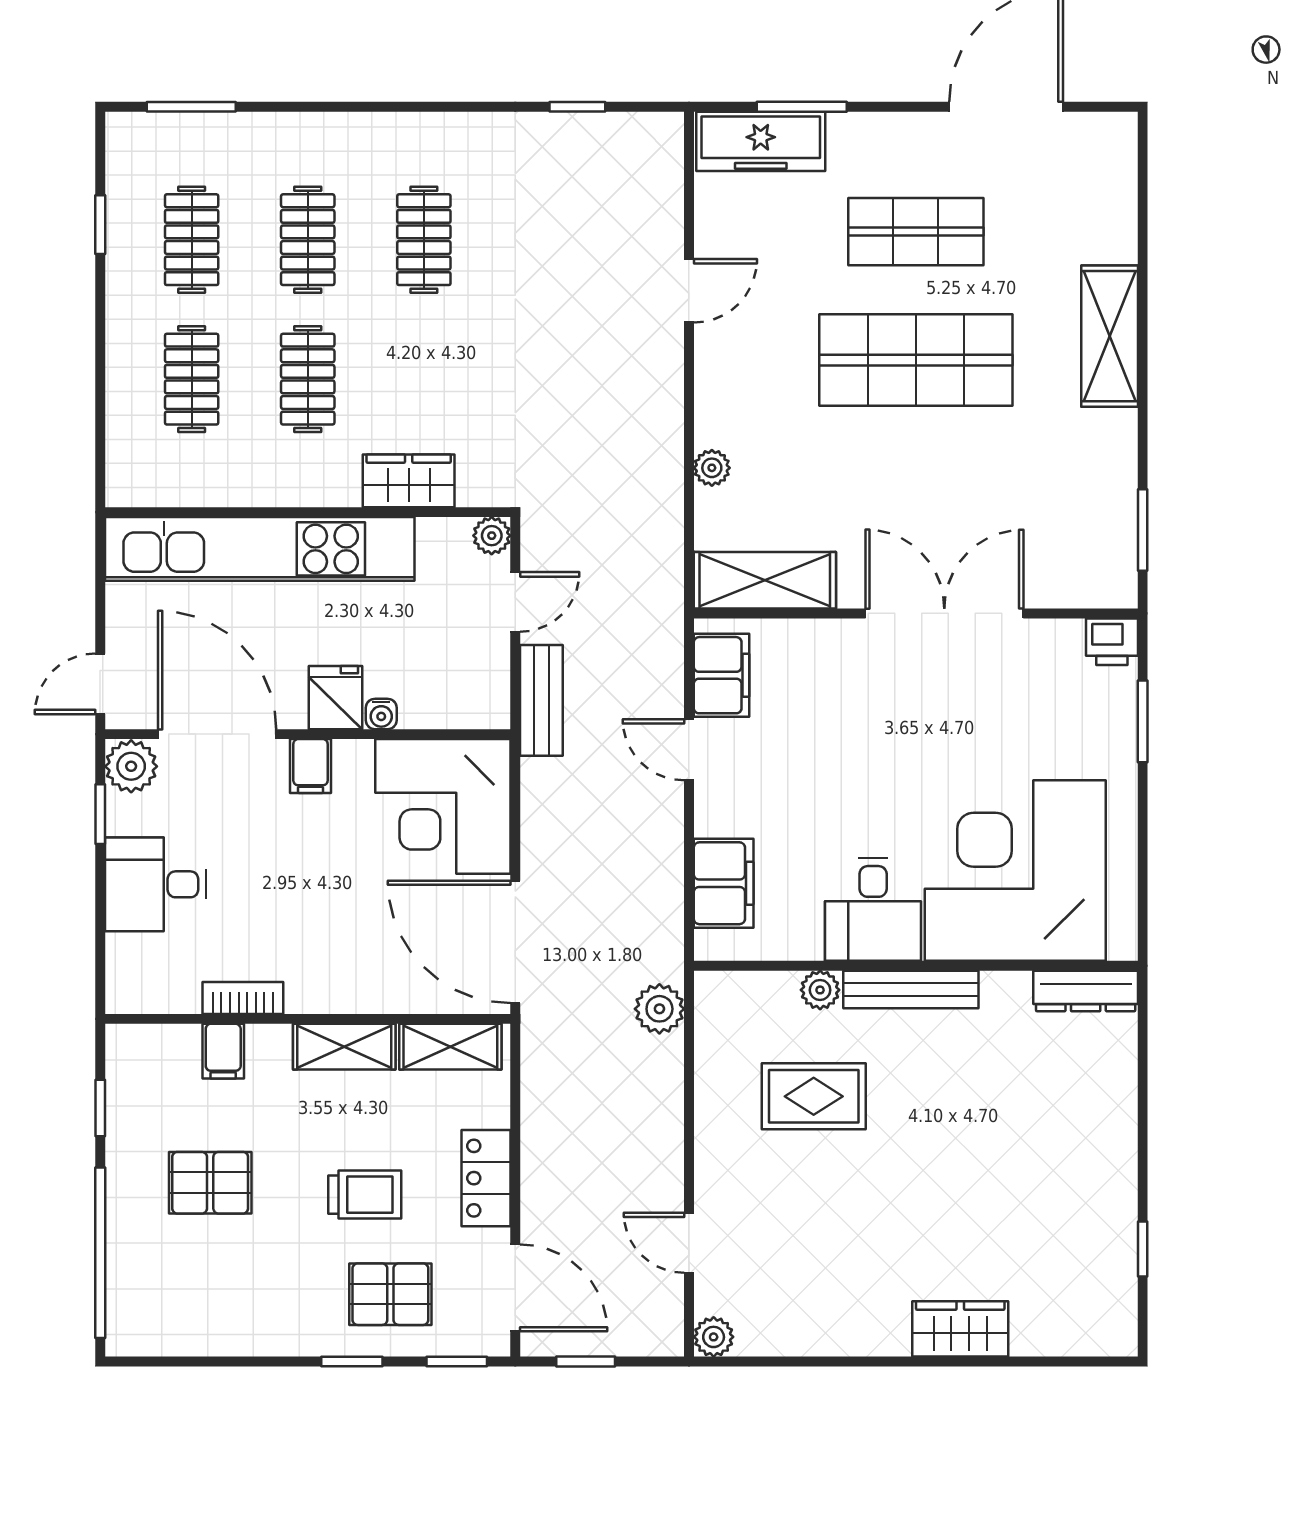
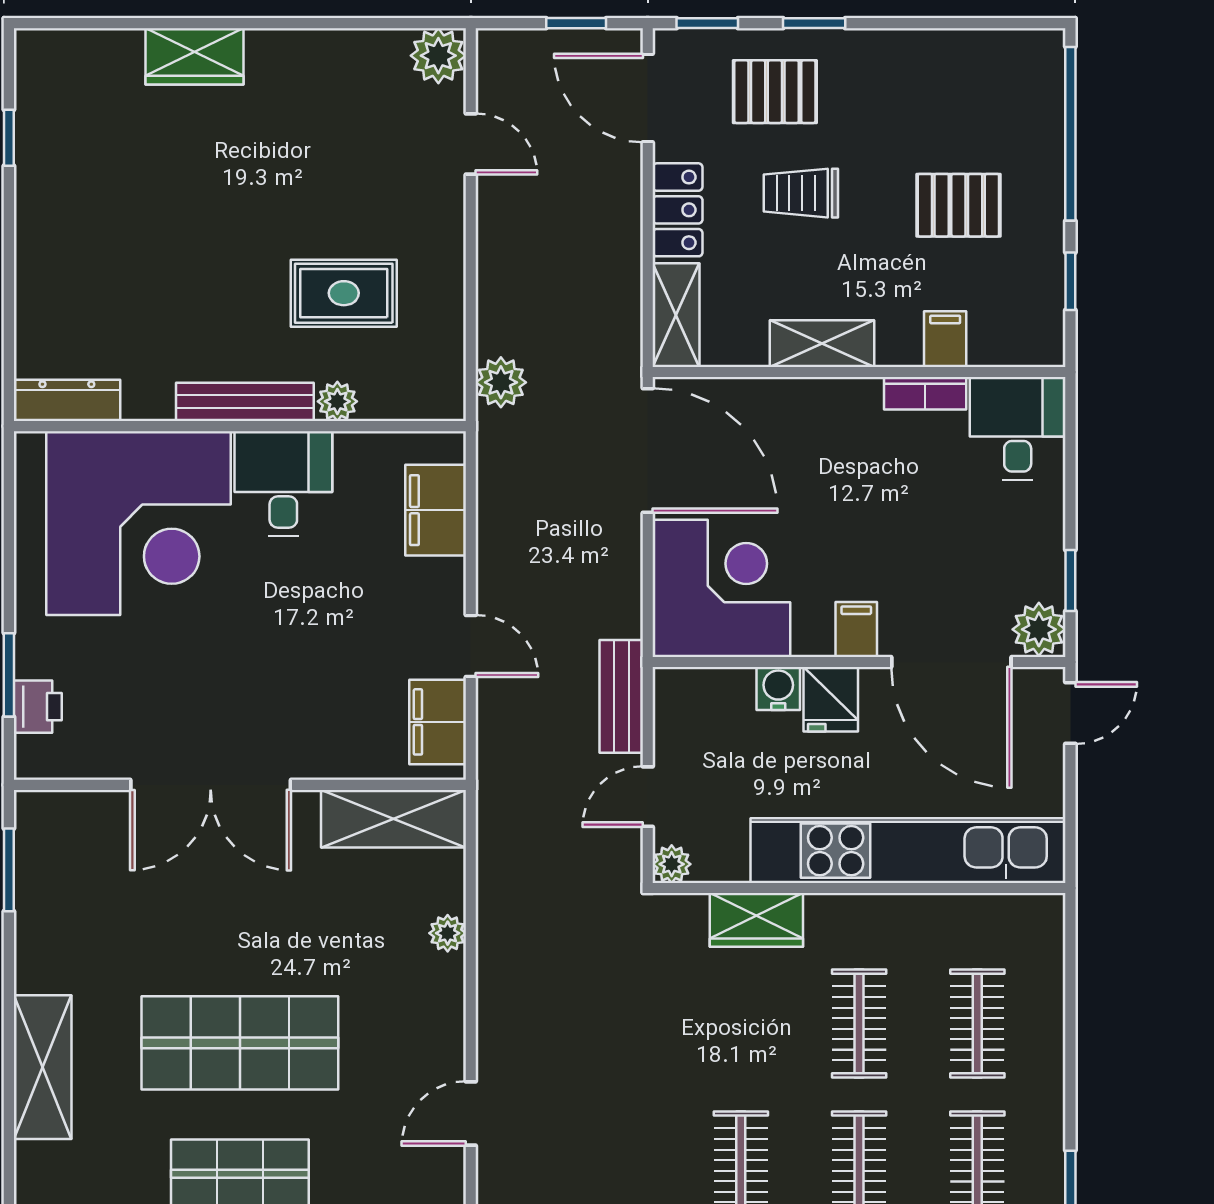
printer: (1112, 642) -> (38, 707), moved, turned 90
water cooler: (381, 714) -> (778, 688), width x1.38, depth x1.38
desk: (156, 884) -> (1018, 428), moved, turned -90
shelving: (450, 1047) -> (676, 315), moved, turned 90
plant: (714, 1337) -> (438, 56), width x1.38, depth x1.38

